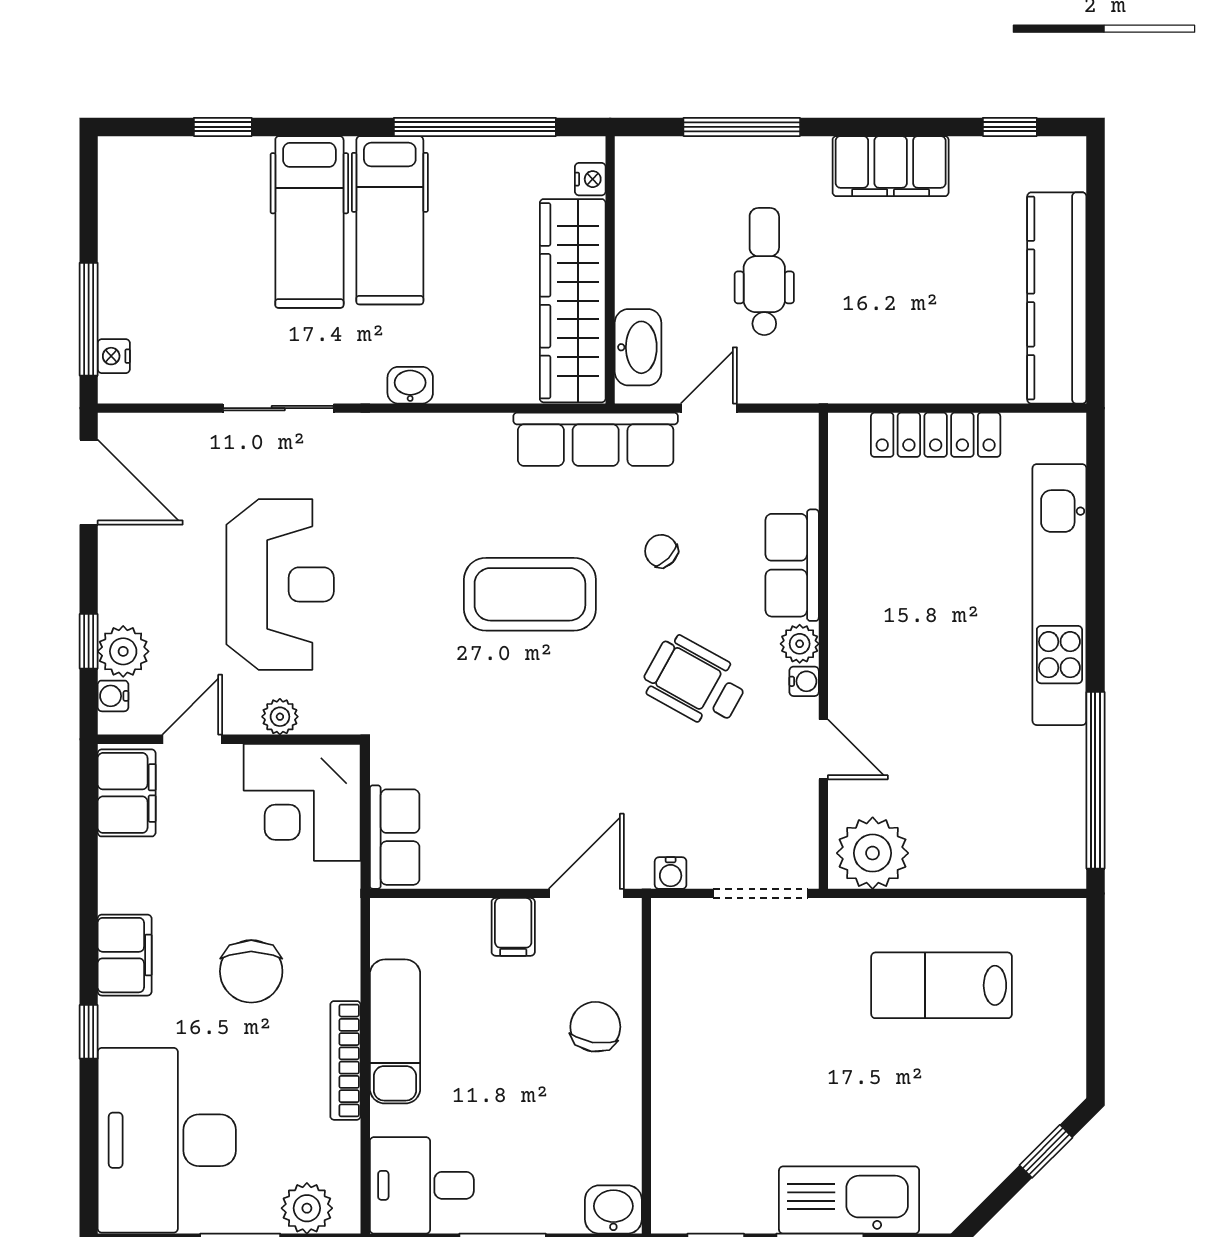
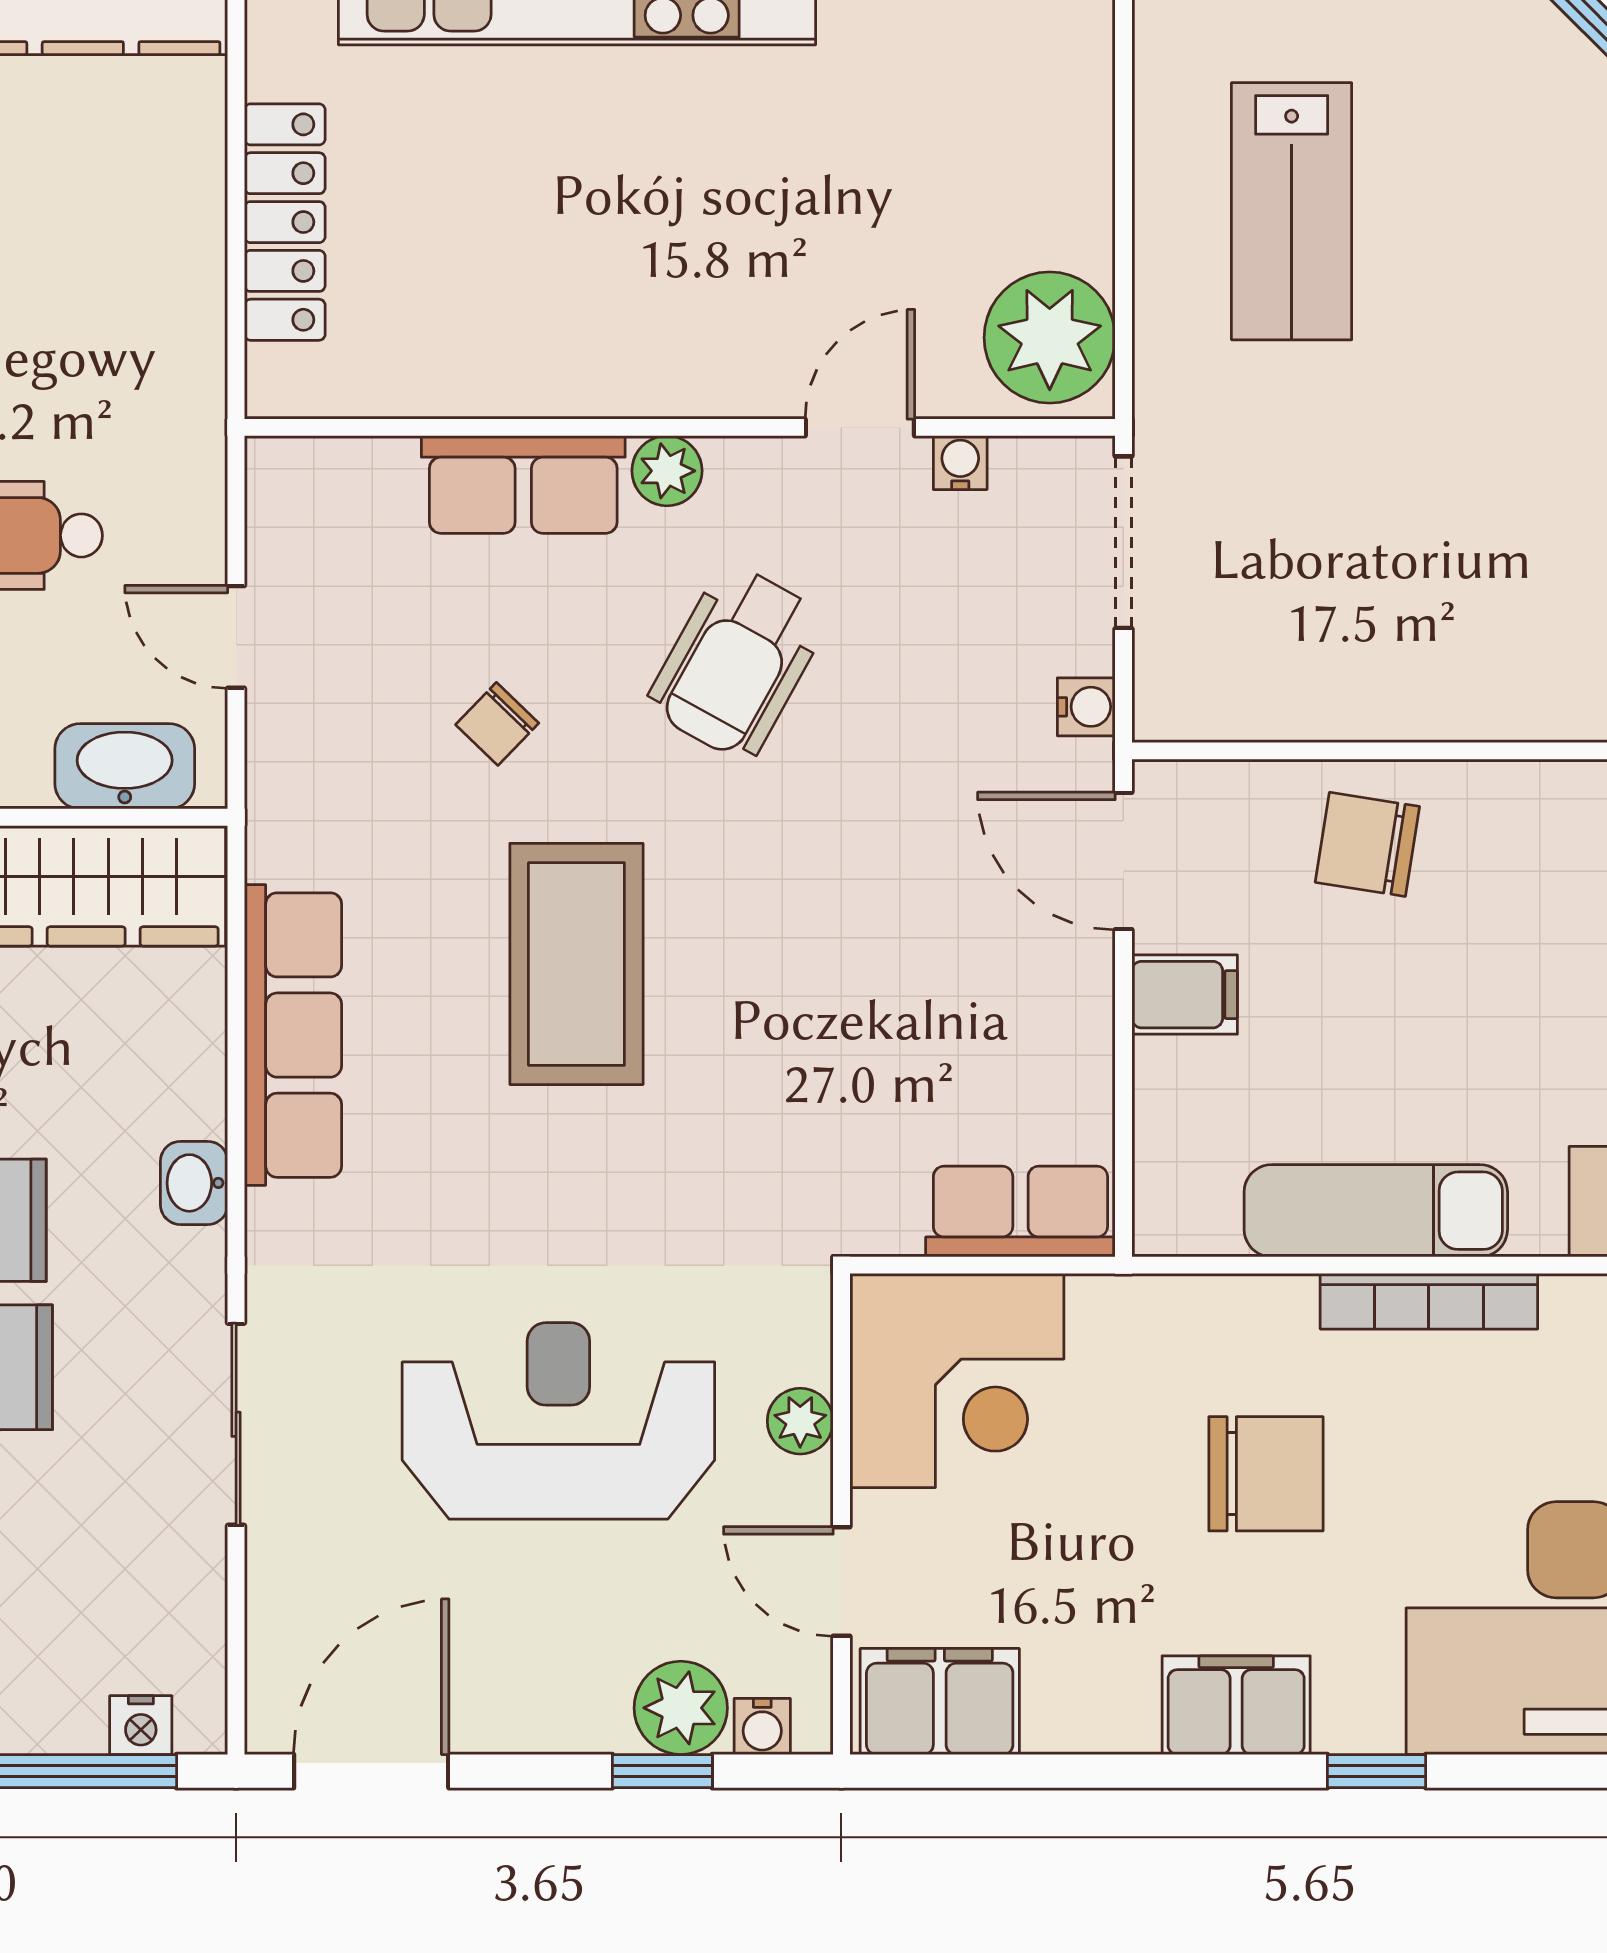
row of seats: (596, 439) -> (293, 1035), moved
water cooler: (804, 681) -> (960, 463), moved

